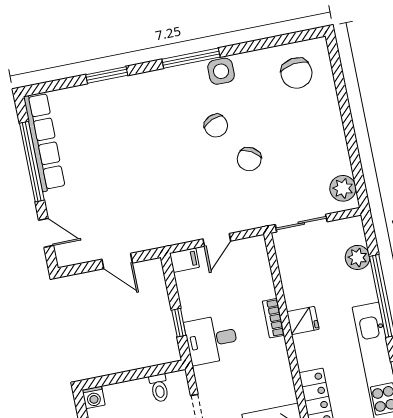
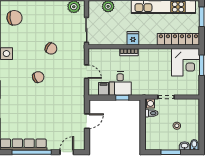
chair: (216, 126) -> (38, 77), moved
filing cabinet: (184, 260) -> (104, 89), moved
desk: (211, 340) -> (120, 84), moved
washing machine: (94, 397) -> (150, 103), moved

